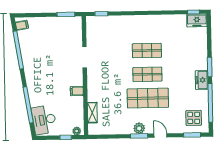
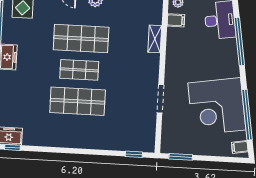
shop shelf: (147, 51) -> (78, 101), width x1.43, depth x1.36
corner desk: (42, 55) -> (217, 106), added
filing cabinet: (77, 91) -> (176, 20), moved
shelving: (92, 113) -> (155, 39), moved

